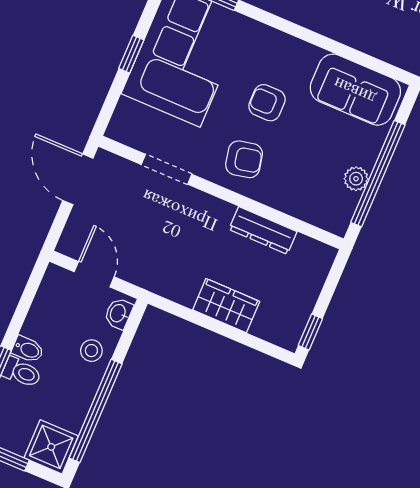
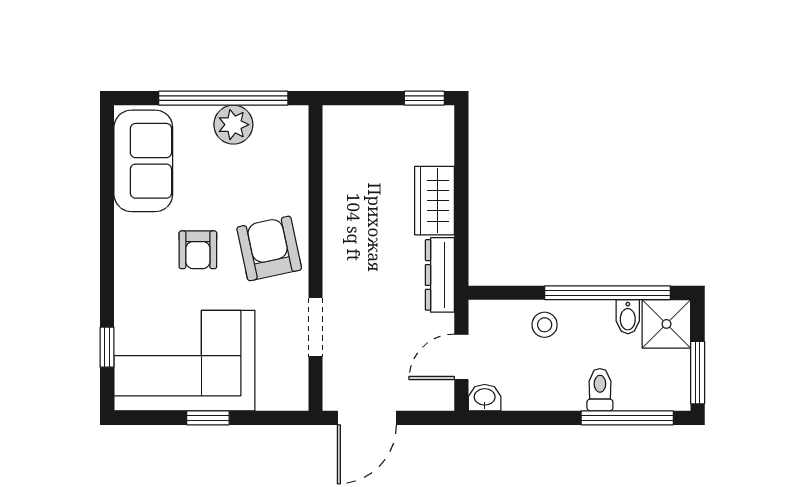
armchair: (244, 159) -> (269, 248), width x1.38, depth x1.38
plant: (356, 179) -> (233, 125), width x1.38, depth x1.38
dresser: (263, 230) -> (440, 275), moved, turned 180
washbasin: (118, 313) -> (485, 398), moved, turned 180
bidet: (28, 349) -> (628, 317), moved, turned 180

